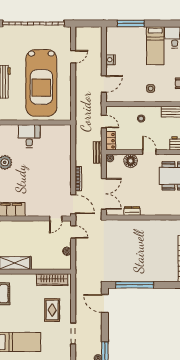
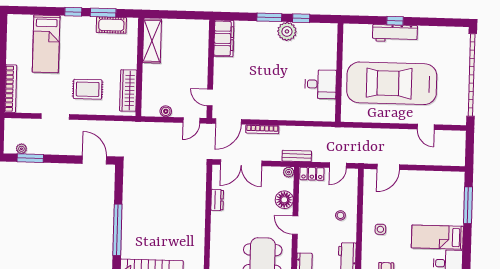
nightstand: (110, 60) -> (420, 177), removed
door: (104, 84) -> (388, 167), hinge flipped
desk: (29, 136) -> (321, 84), moved
door: (149, 152) -> (295, 225), swing flipped
window: (135, 285) -> (117, 230), moved
door: (105, 304) -> (94, 160), hinge flipped

